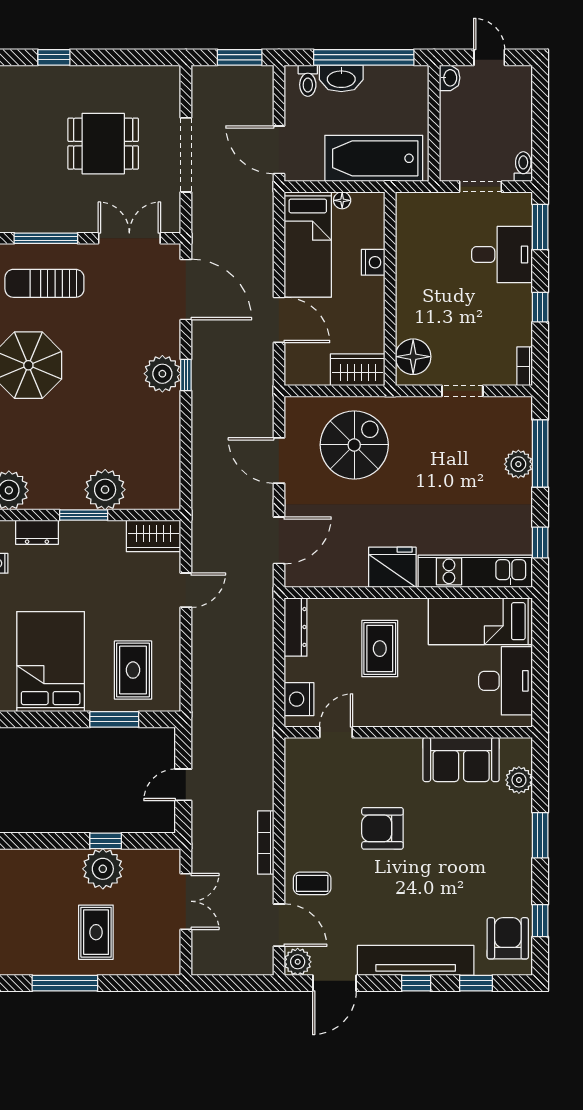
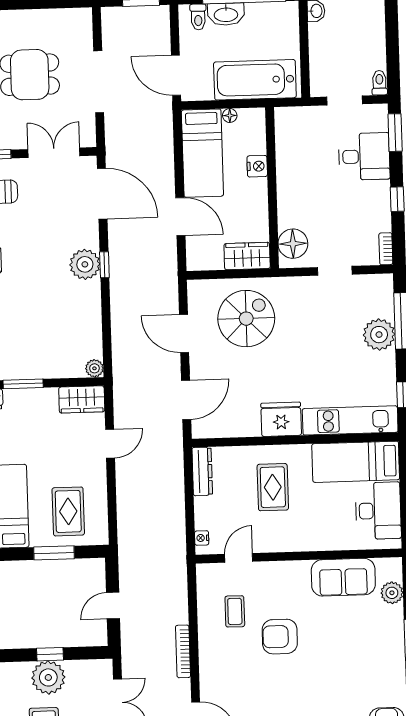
plant: (518, 464) -> (379, 335), width x1.36, depth x1.36
plant: (105, 490) -> (94, 368), moved, width x0.53, depth x0.53
nightstand: (299, 699) -> (202, 538), width x0.53, depth x0.56
coffee table: (312, 883) -> (235, 611), moved, turned 90

